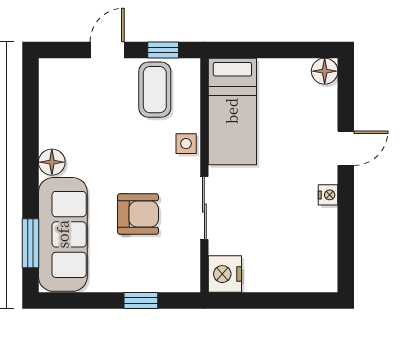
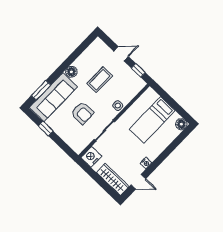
coffee table: (155, 90) -> (100, 80), moved
bed: (232, 111) -> (152, 120), moved
door: (346, 148) -> (138, 182), moved
wardrobe: (298, 277) -> (113, 179), added
window: (141, 301) -> (46, 129), moved

